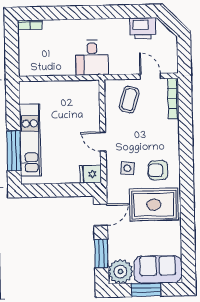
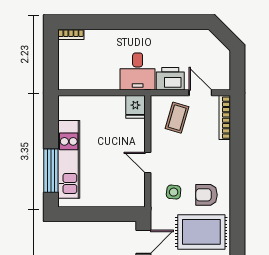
printer: (143, 28) -> (170, 79), moved, turned 180
fridge: (91, 174) -> (135, 107), moved, turned -90

